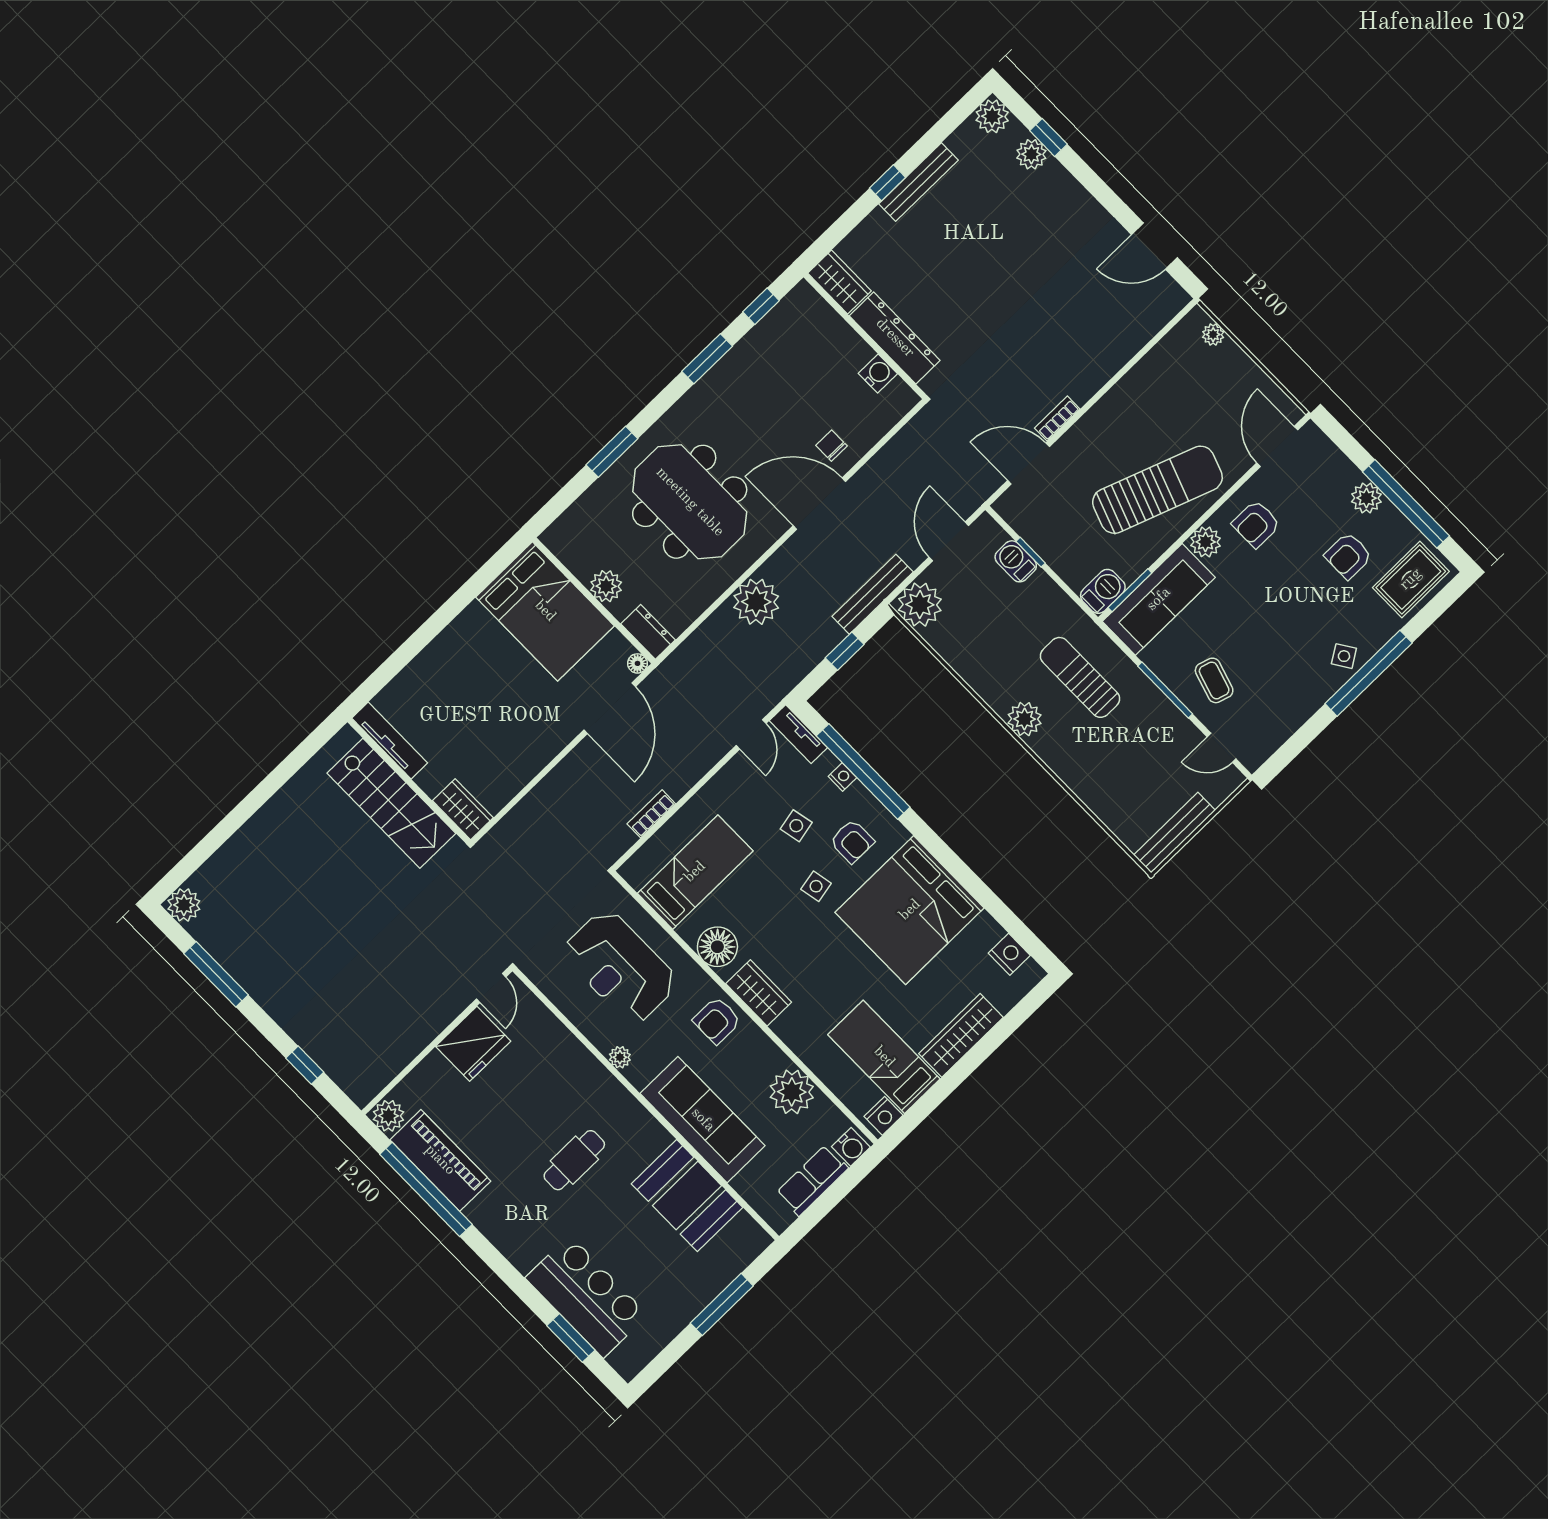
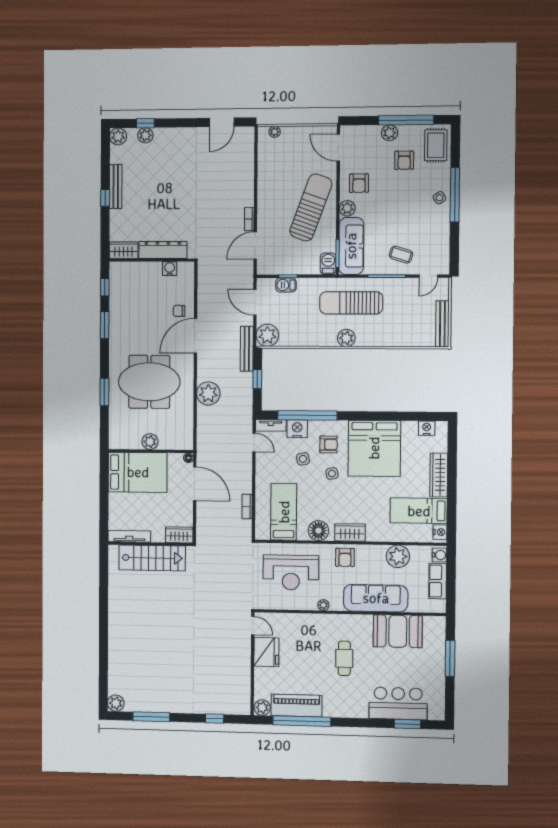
dresser: (648, 632) -> (181, 443), removed
sun lounger: (1080, 677) -> (351, 303), width x1.36, depth x1.34
tv unit: (390, 741) -> (129, 536), moved
nightstand: (842, 777) -> (297, 429), width x1.89, depth x1.79
wall: (409, 781) -> (150, 544), moved
stairs: (391, 803) -> (152, 558), moved
wardrobe: (463, 809) -> (179, 535), moved

